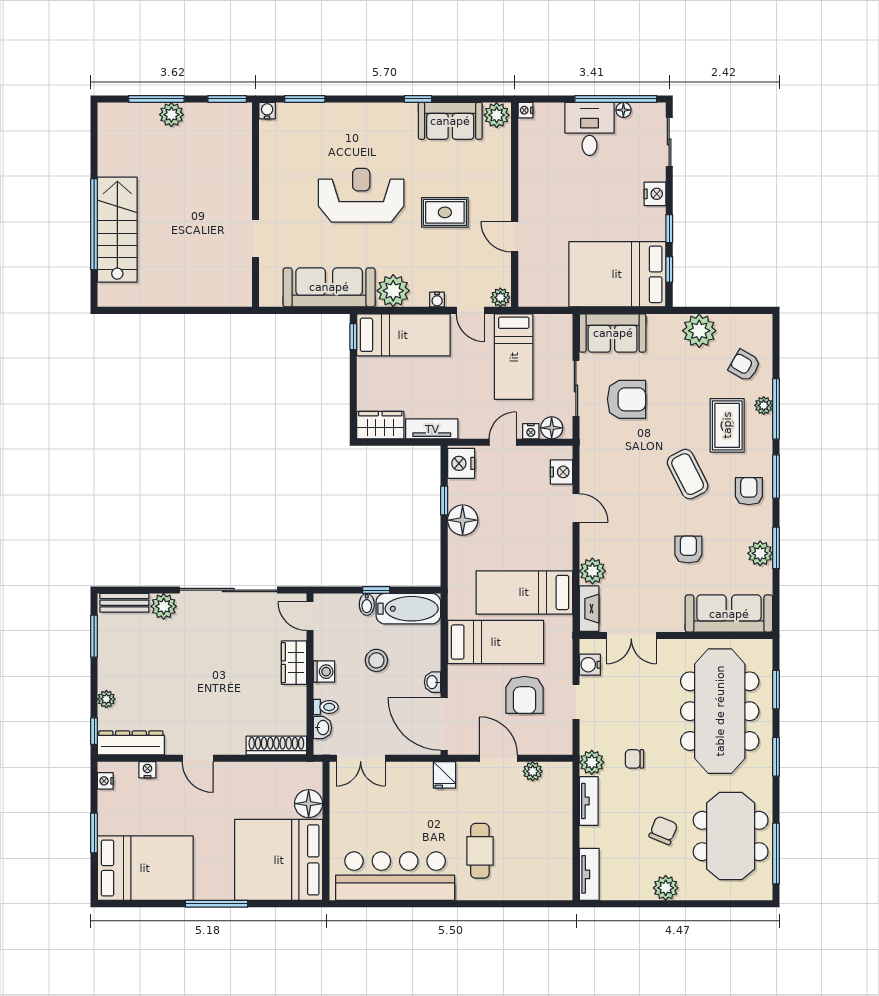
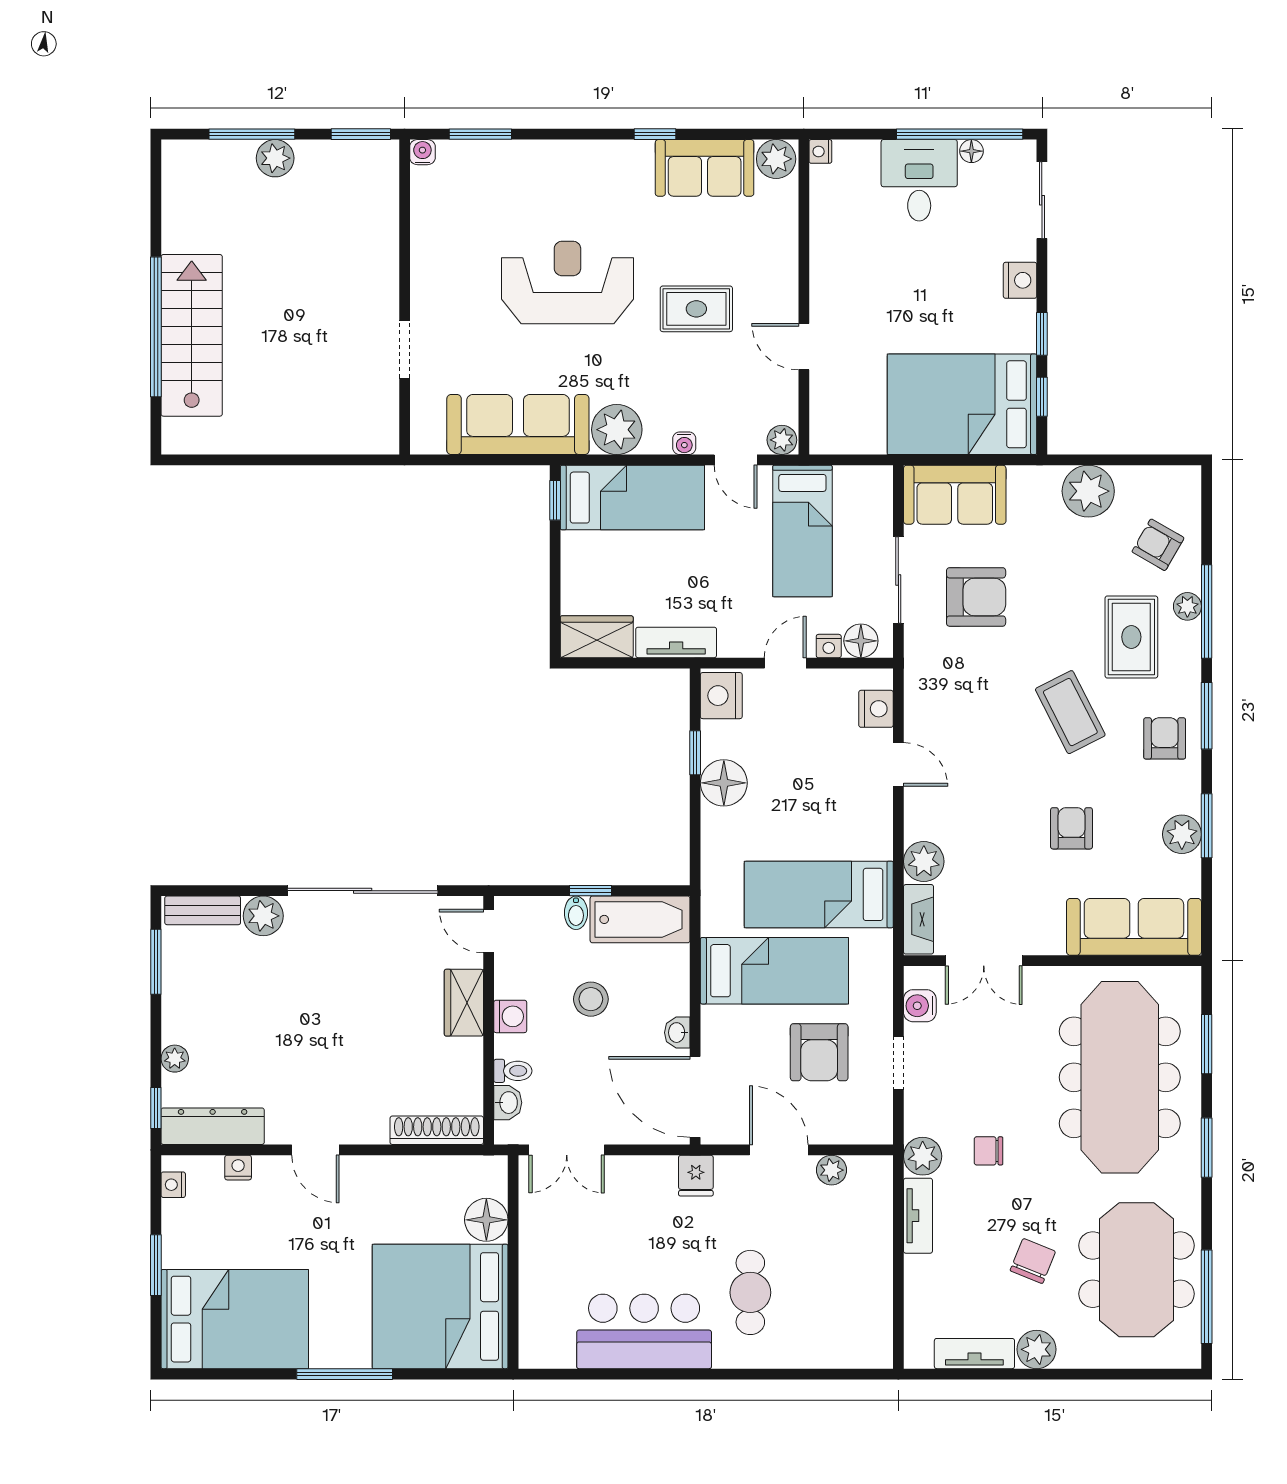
tv unit: (589, 874) -> (974, 1354), moved, turned -90
bar counter: (395, 876) -> (644, 1331), width x0.73

